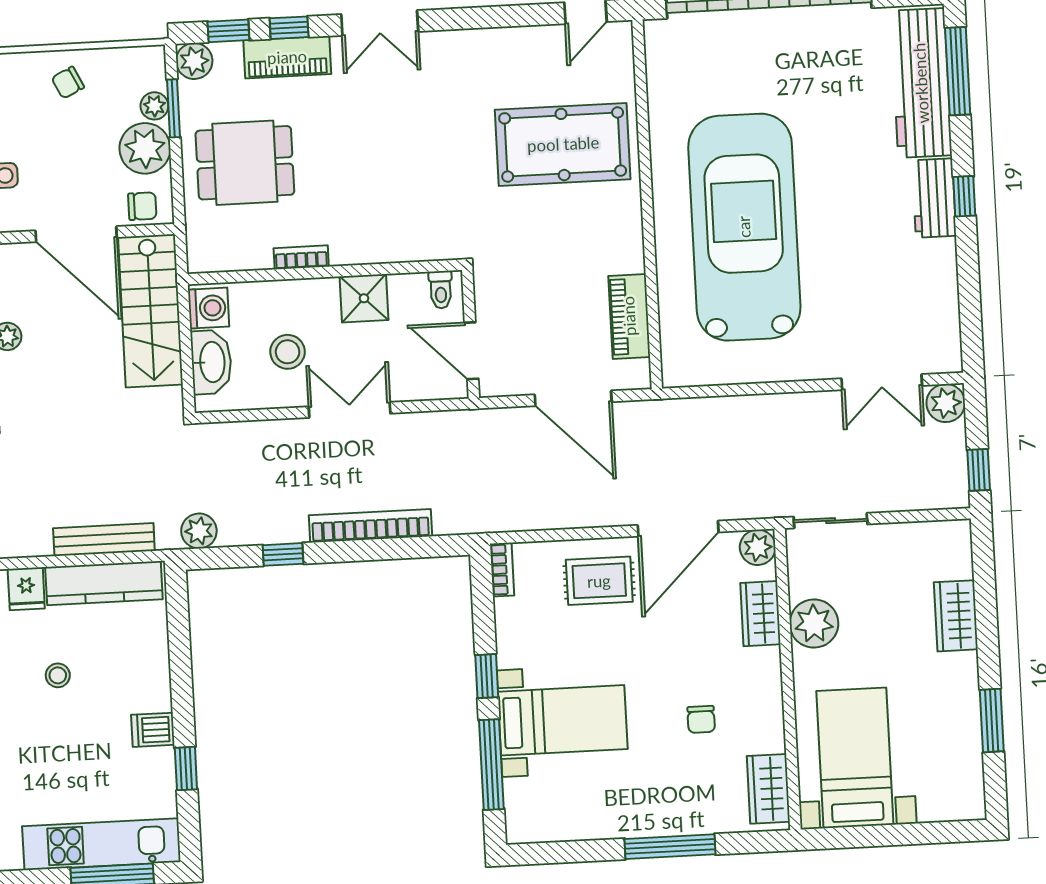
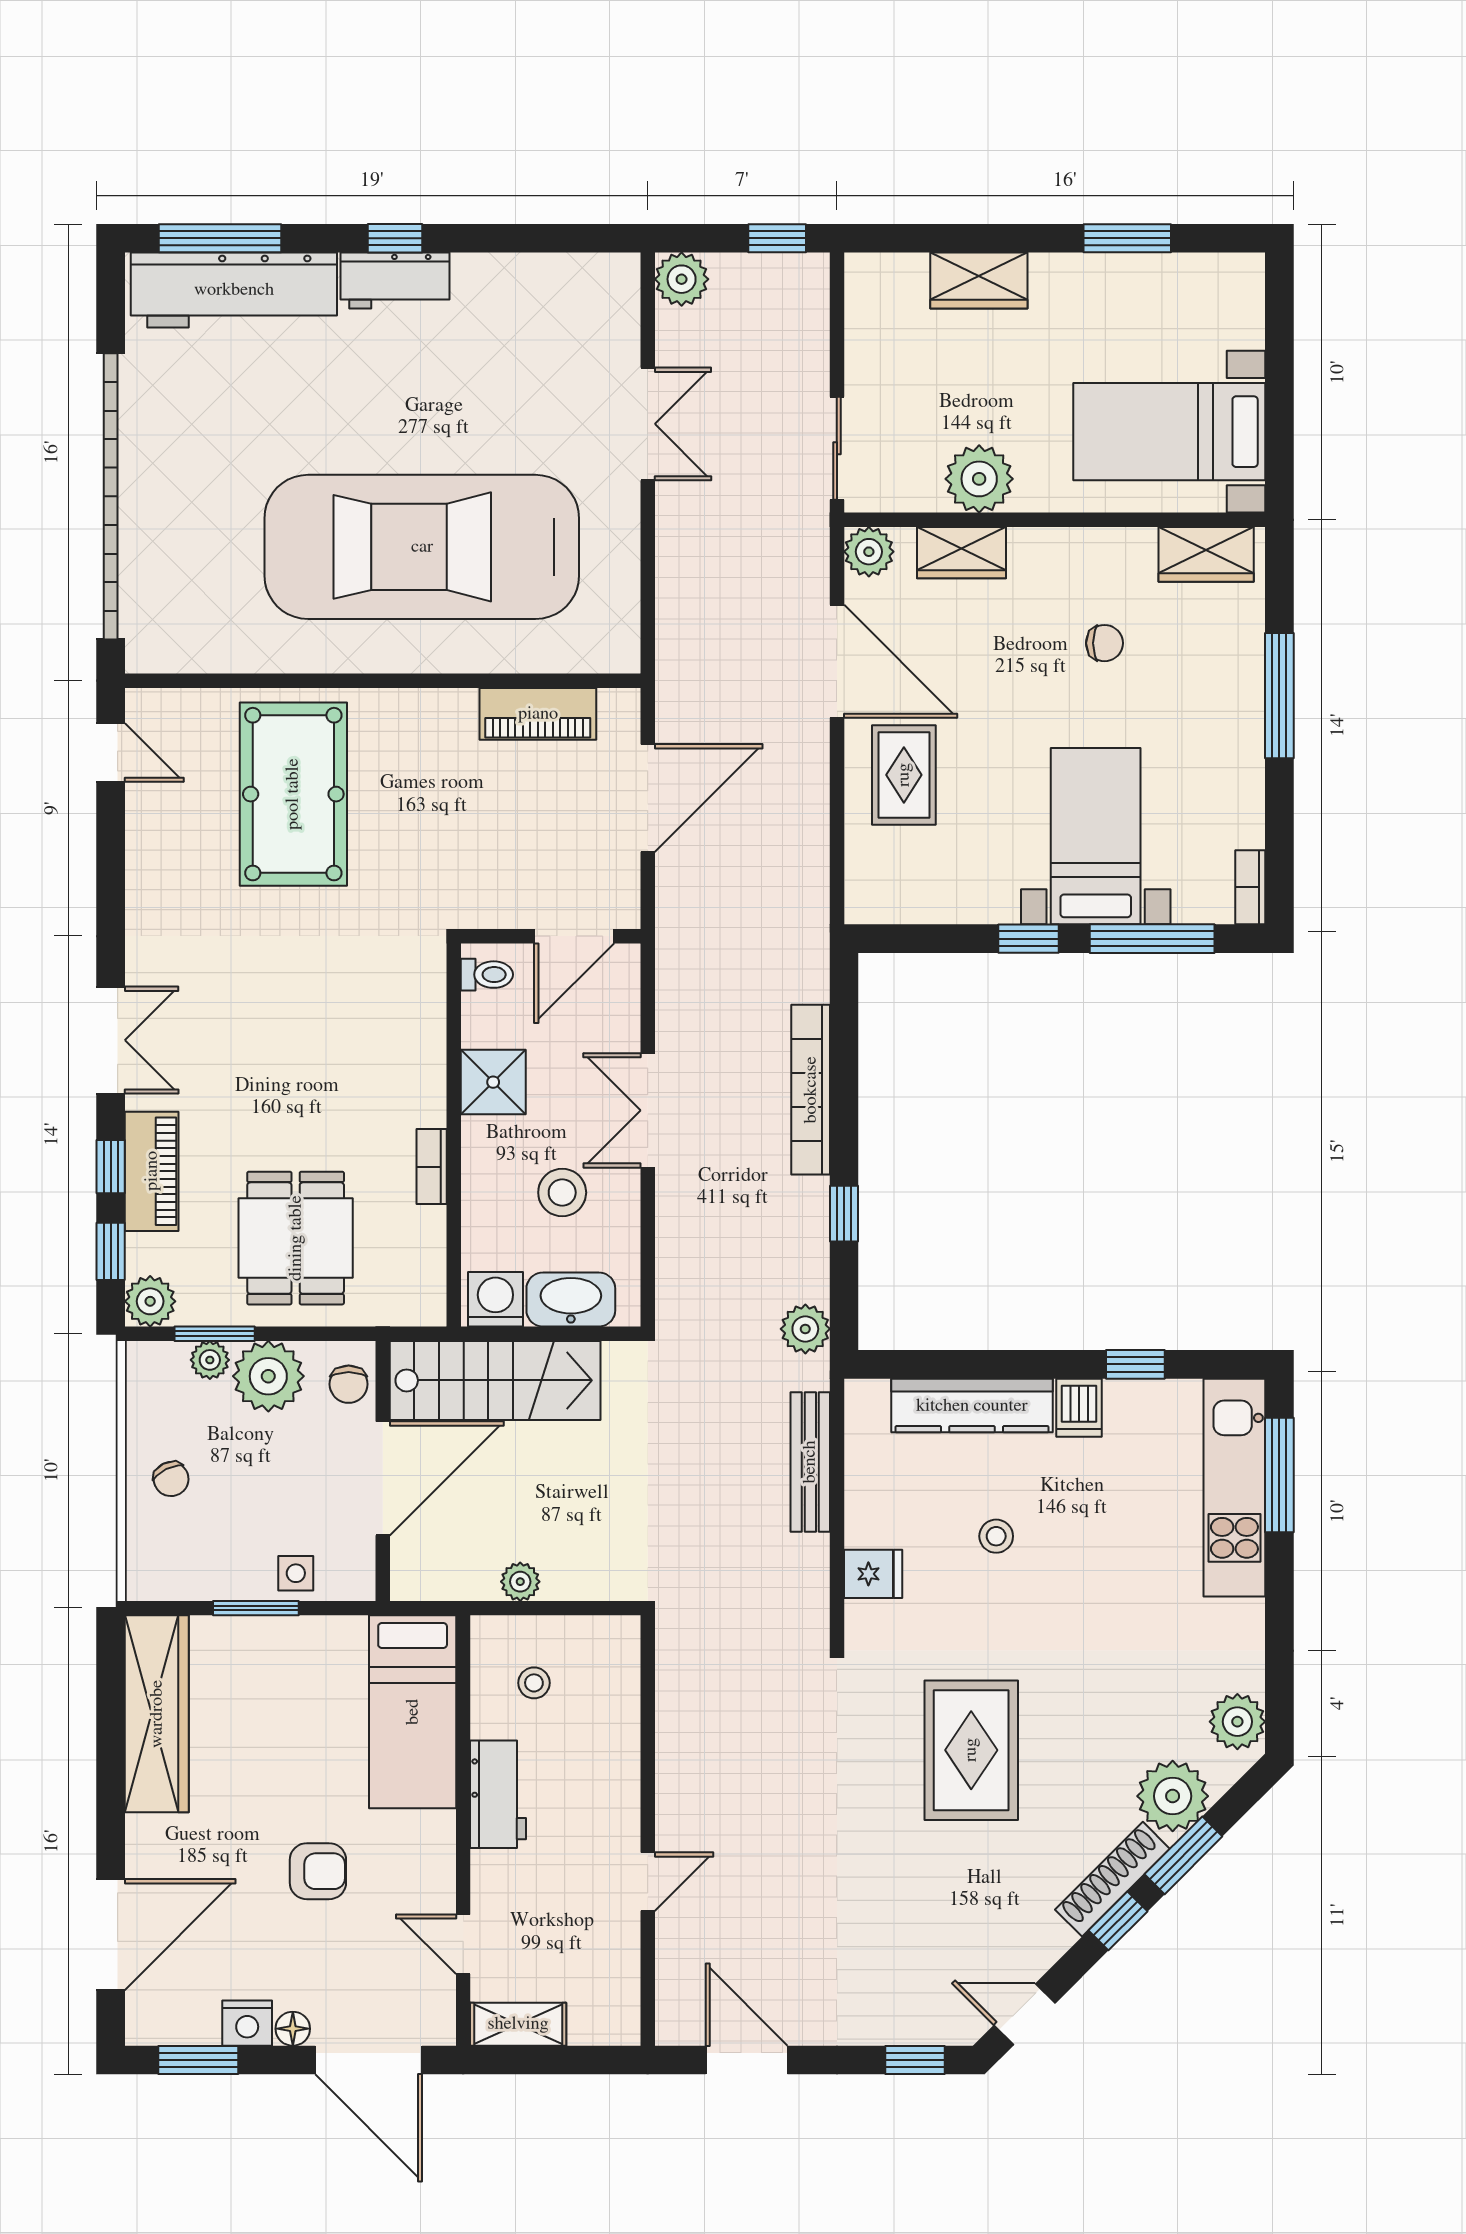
chair: (142, 206) -> (349, 1384), turned 180
double door: (882, 382) -> (648, 424), moved
bookcase: (502, 570) -> (1250, 887), moved, turned -90
kitchen counter: (104, 583) -> (972, 1406), moved, turned 90

